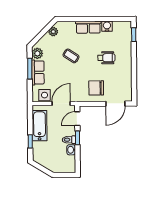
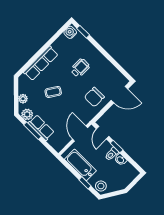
water cooler: (107, 26) -> (70, 32), moved
row of seats: (88, 27) -> (41, 63), width x1.48
plant: (53, 32) -> (23, 99), moved
side table: (44, 95) -> (62, 139), removed
door: (115, 104) -> (119, 95), hinge flipped
stool: (39, 155) -> (101, 186), added

